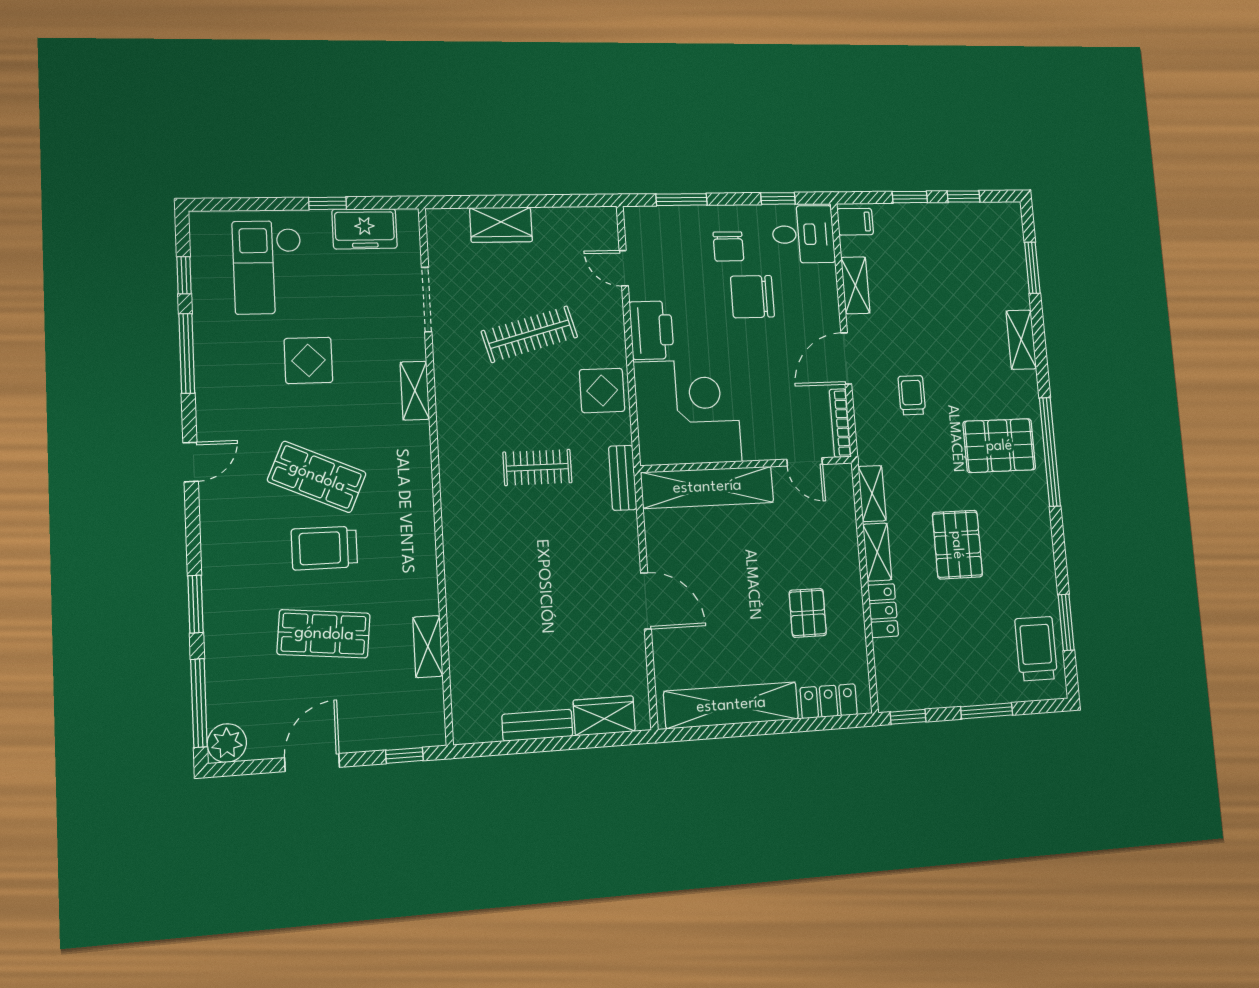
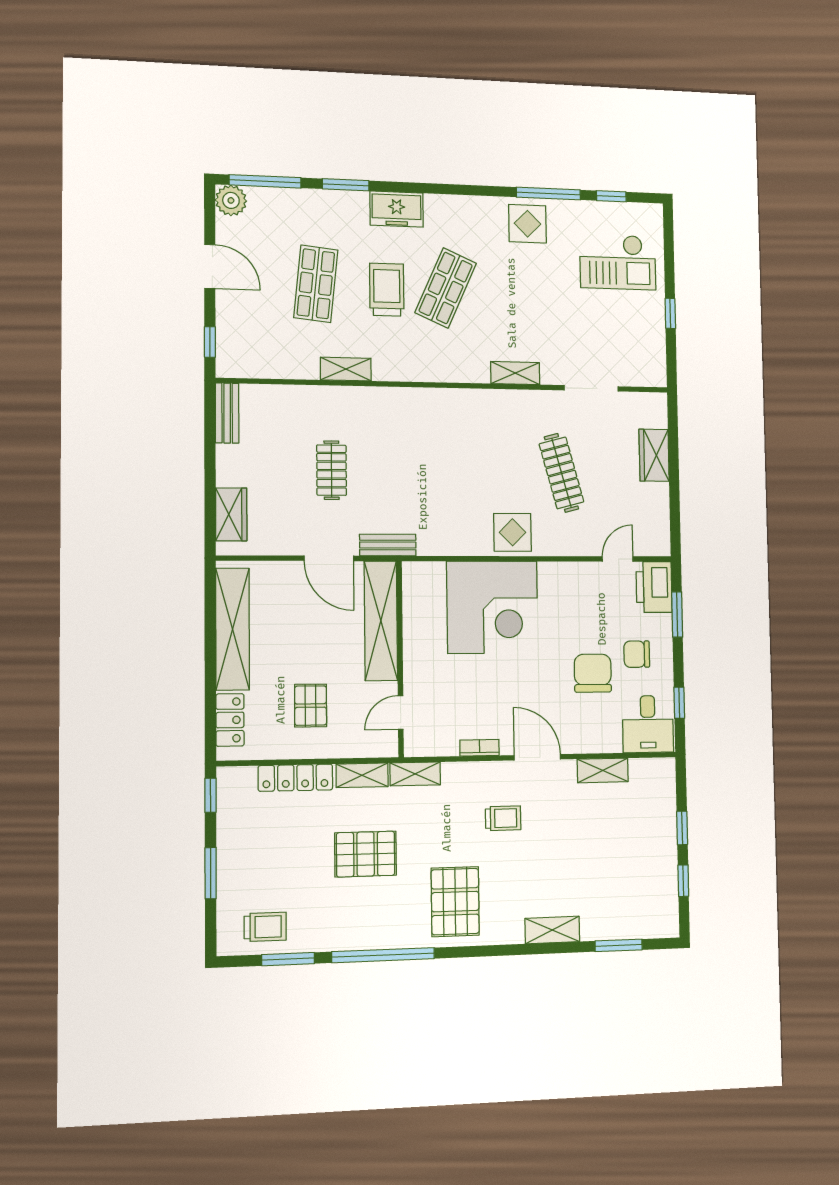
filing cabinet: (855, 222) -> (659, 774), removed
freezer: (365, 229) -> (397, 209), moved, turned -90
checkout: (268, 267) -> (618, 262), turned 180
printer: (652, 330) -> (654, 587), moved, turned 90
display table: (308, 360) -> (527, 224), moved
bookcase: (840, 423) -> (479, 748), width x0.64
window: (1050, 452) -> (383, 955), moved
door: (191, 462) -> (461, 190), removed
door: (805, 462) -> (401, 712), moved
wall: (747, 464) -> (400, 659), moved
clothes rail: (537, 467) -> (332, 470), moved
bench: (623, 478) -> (388, 545), moved
shelving: (707, 487) -> (381, 621), moved
door: (646, 601) -> (329, 558), hinge flipped
locker: (883, 611) -> (295, 778), width x1.53
pallet: (808, 613) -> (311, 706), turned 90
shelving: (428, 647) -> (346, 369), moved
trolley: (1036, 649) -> (265, 927), width x0.73, depth x0.72
bench: (537, 725) -> (227, 413), moved

